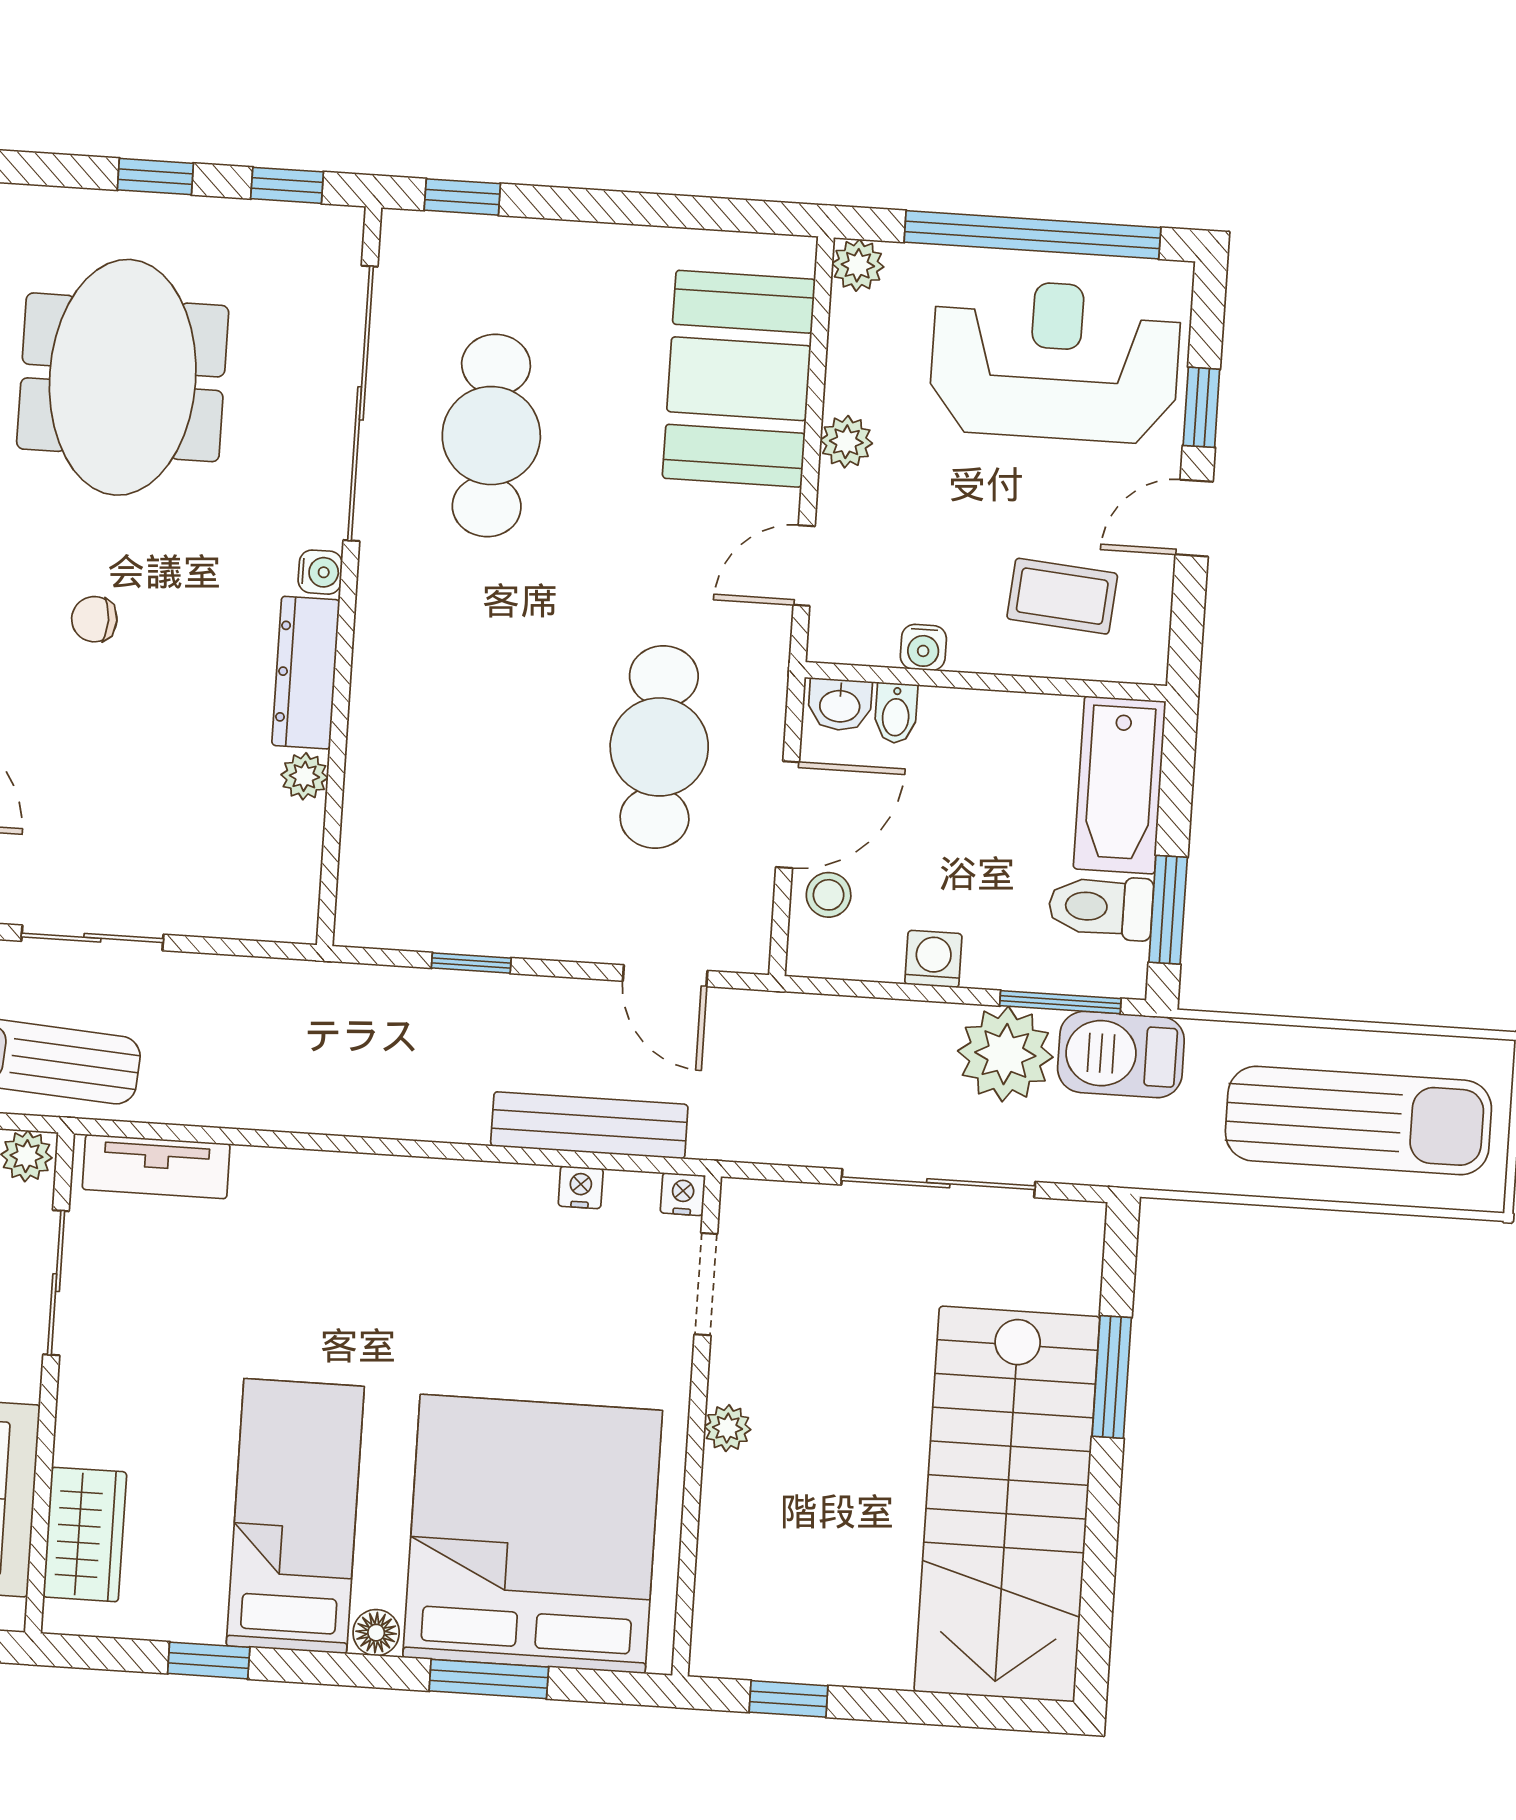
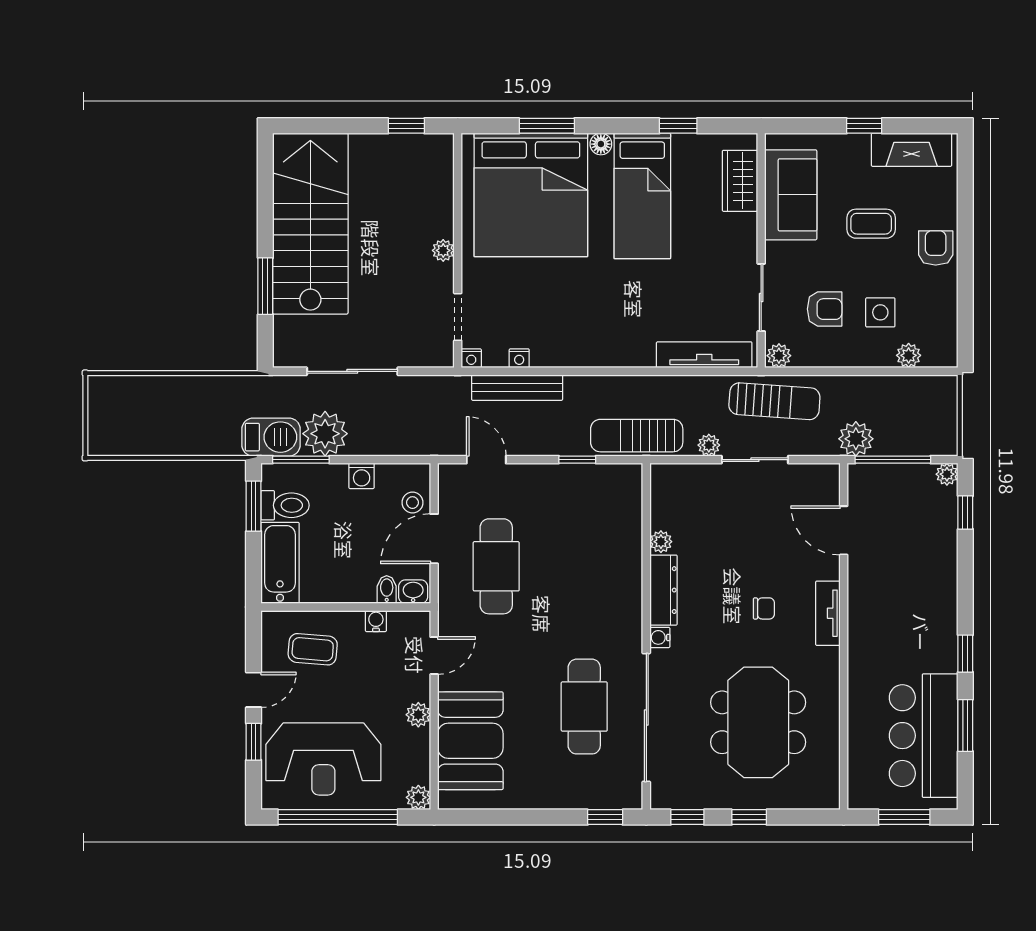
plant: (189, 975) -> (709, 445), added
sun lounger: (1358, 1121) -> (637, 436), moved, width x0.73, depth x0.75
tv unit: (156, 1167) -> (704, 355), width x1.41

